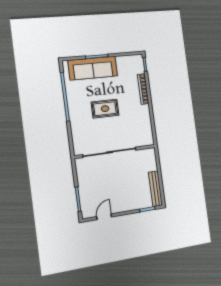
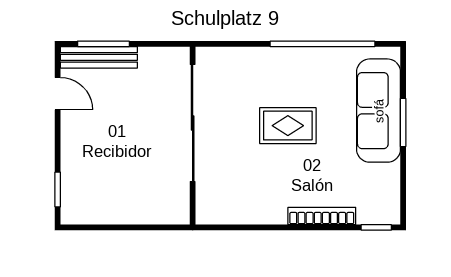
rug: (105, 109) -> (288, 126), turned 90
bench: (155, 189) -> (99, 57), moved

